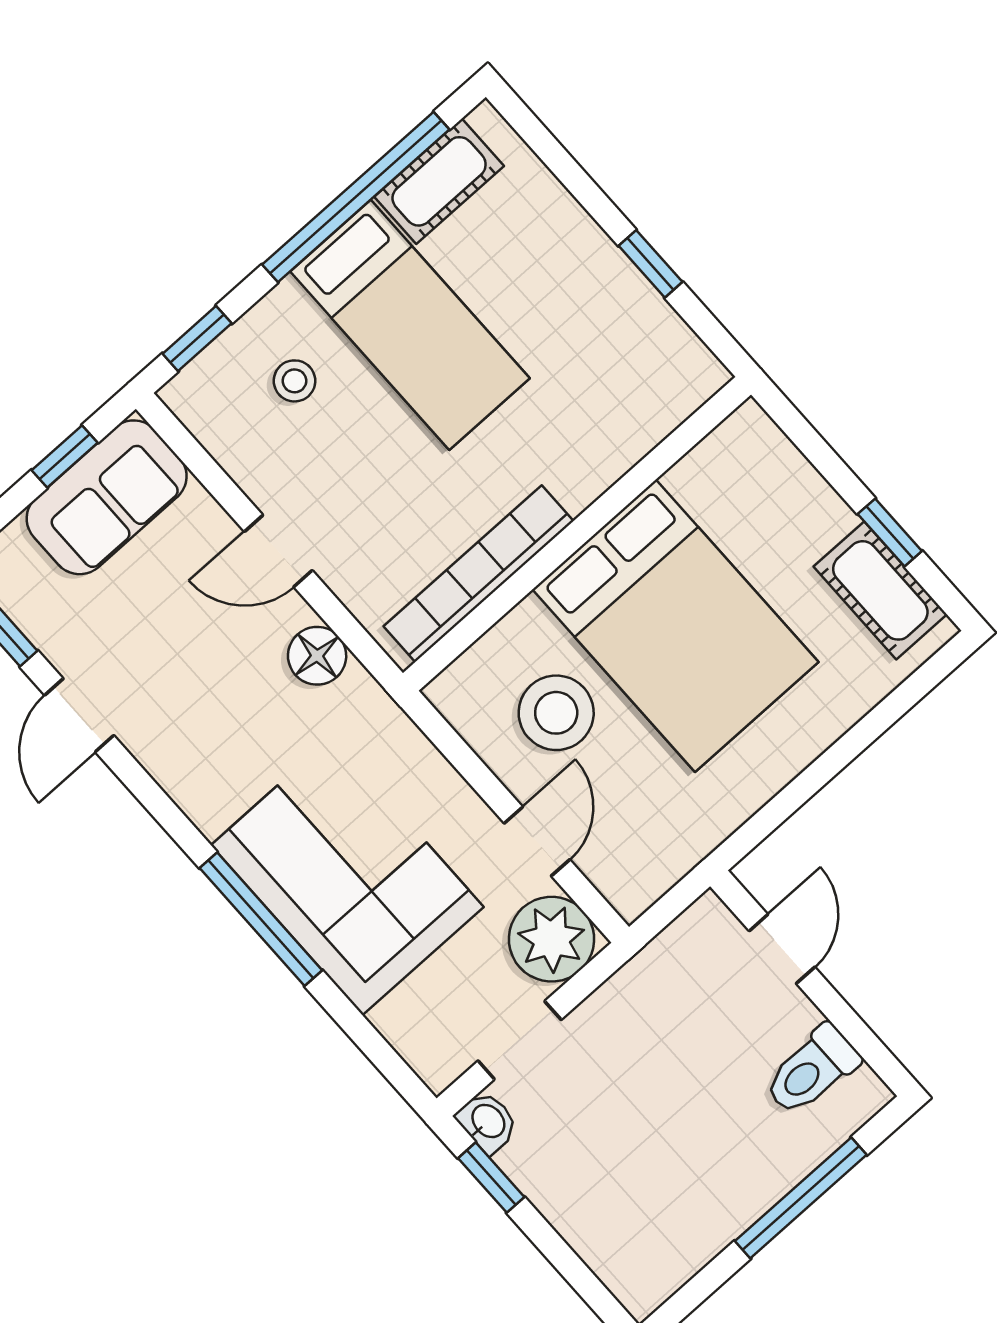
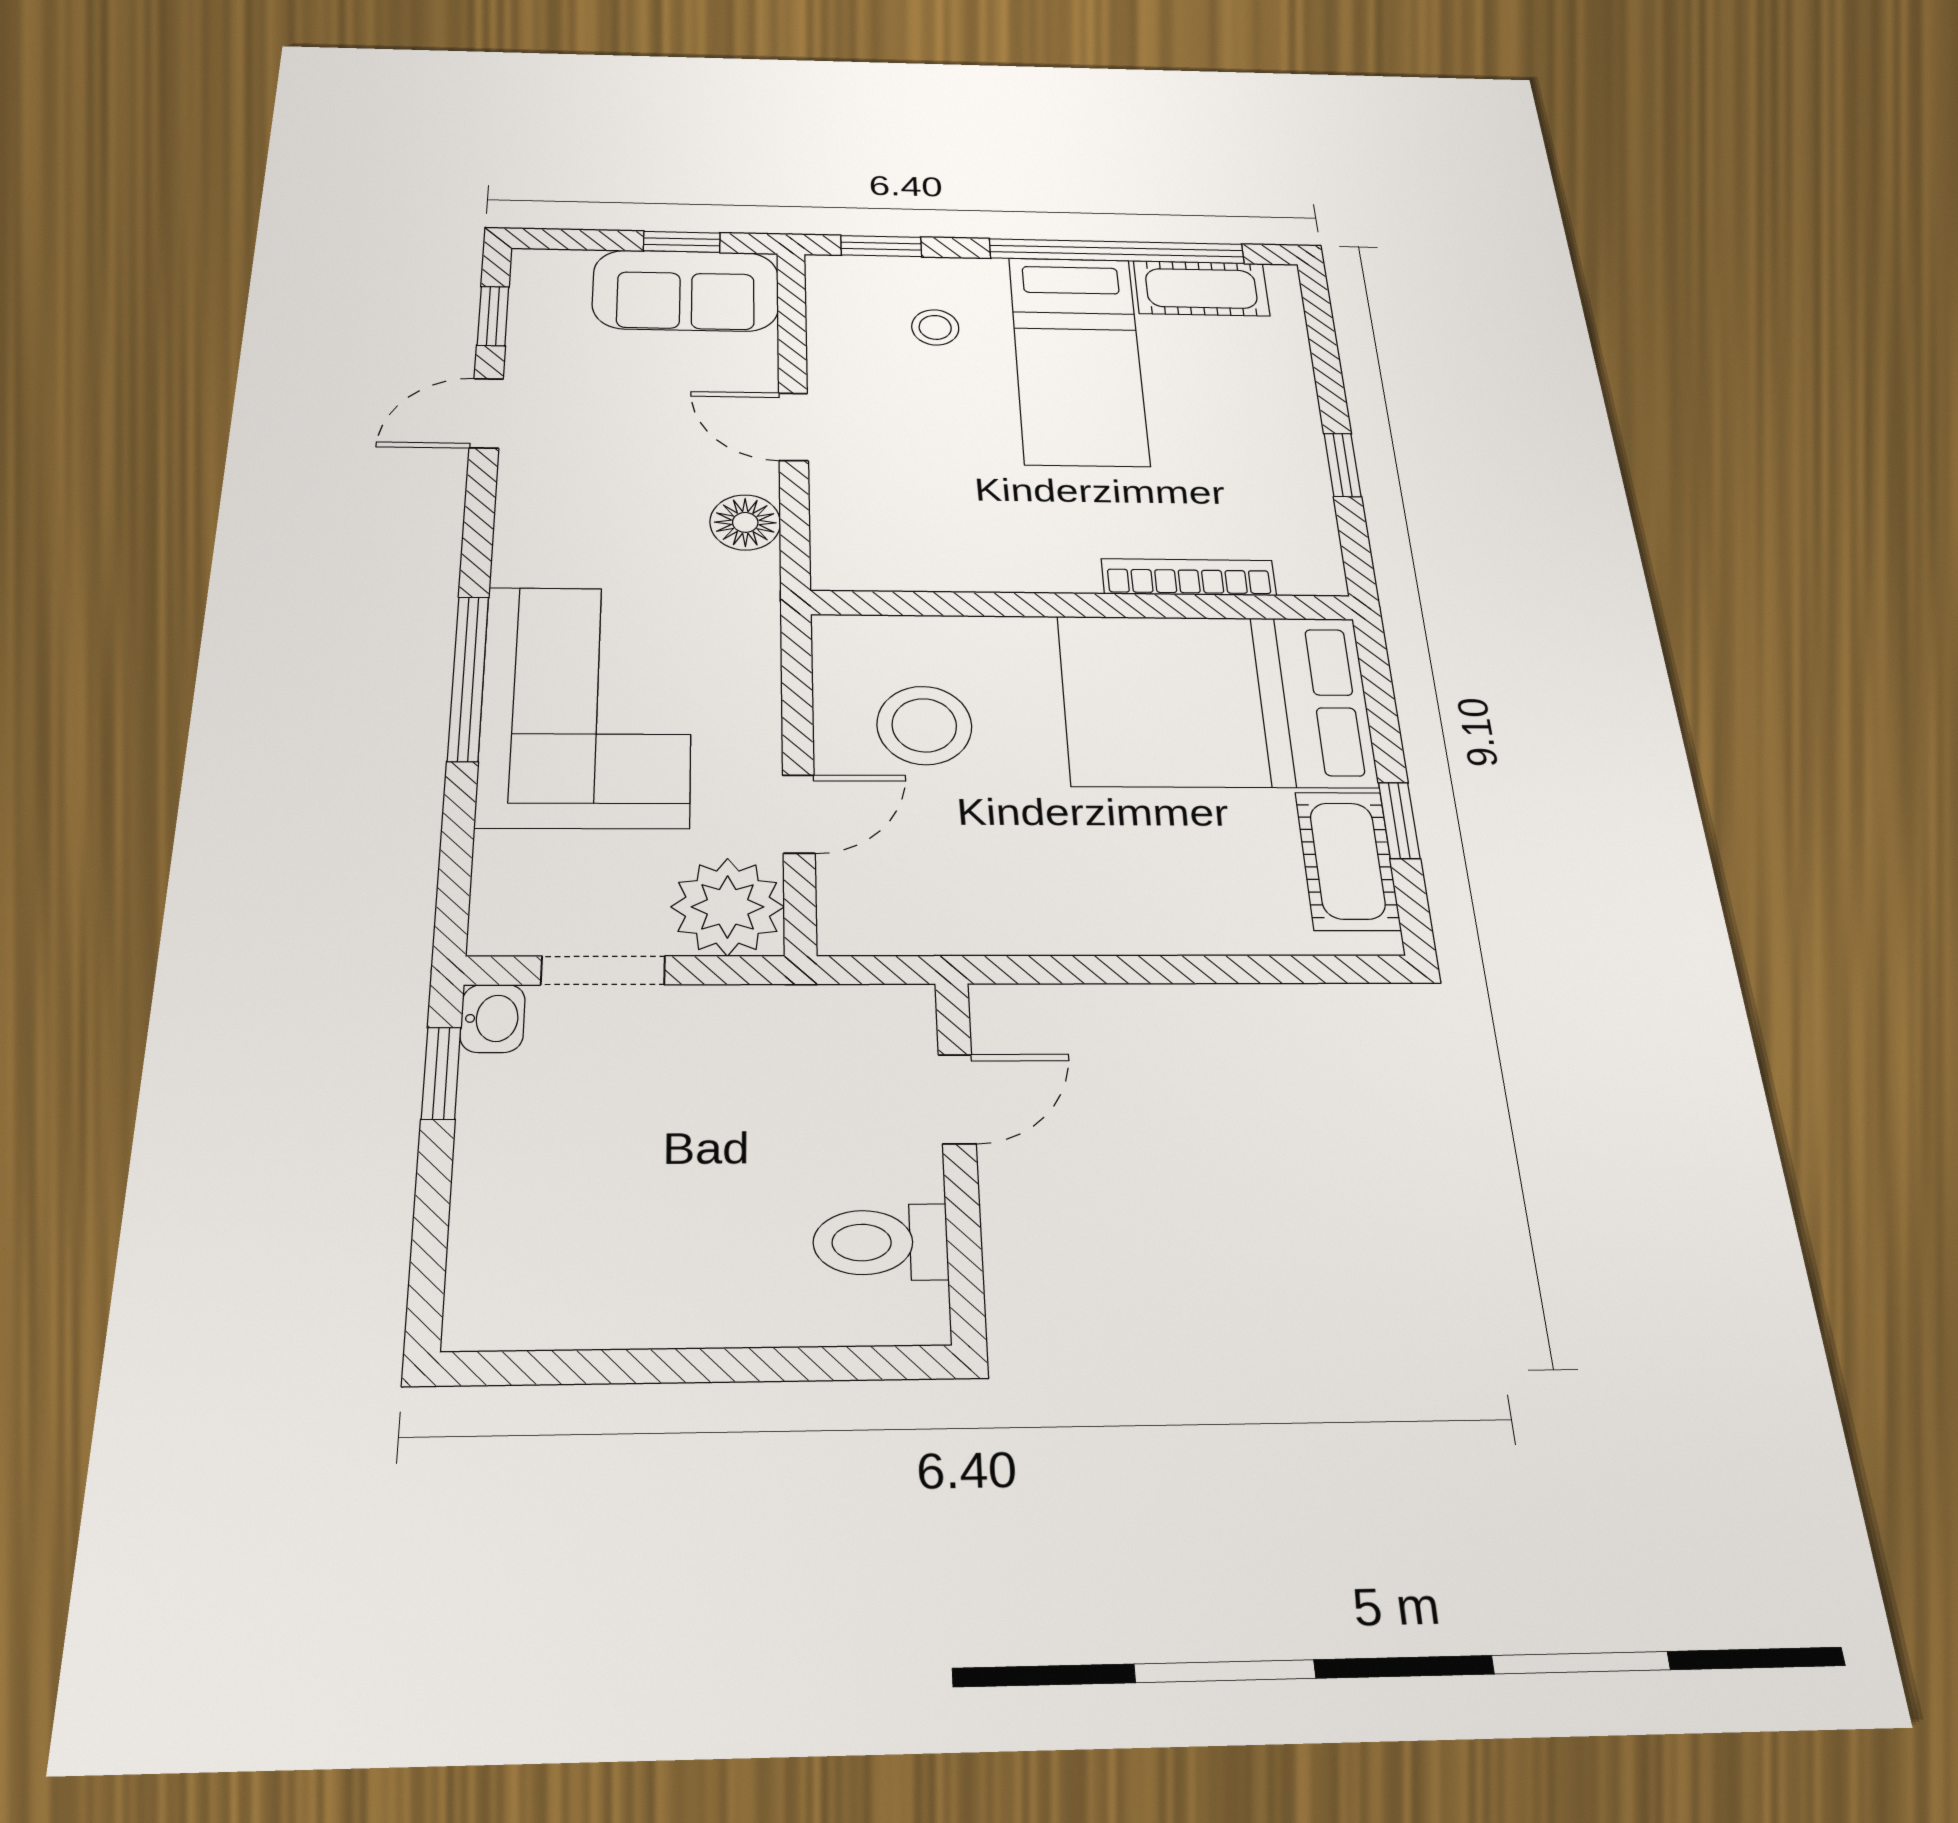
bookcase: (479, 574) -> (1189, 577), moved, width x0.68, depth x0.76
bed: (675, 626) -> (1216, 701), moved, turned 90
window: (801, 1198) -> (747, 1365), removed

